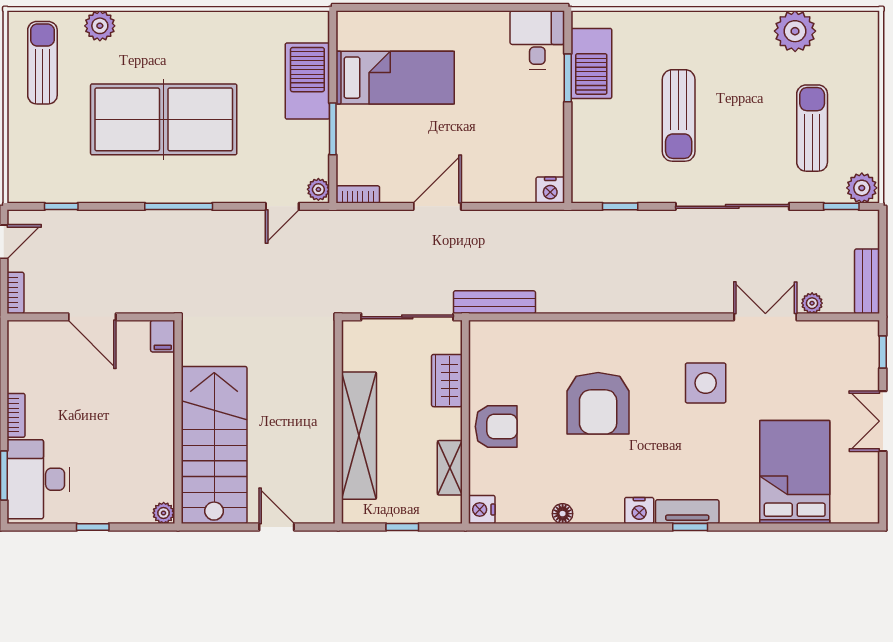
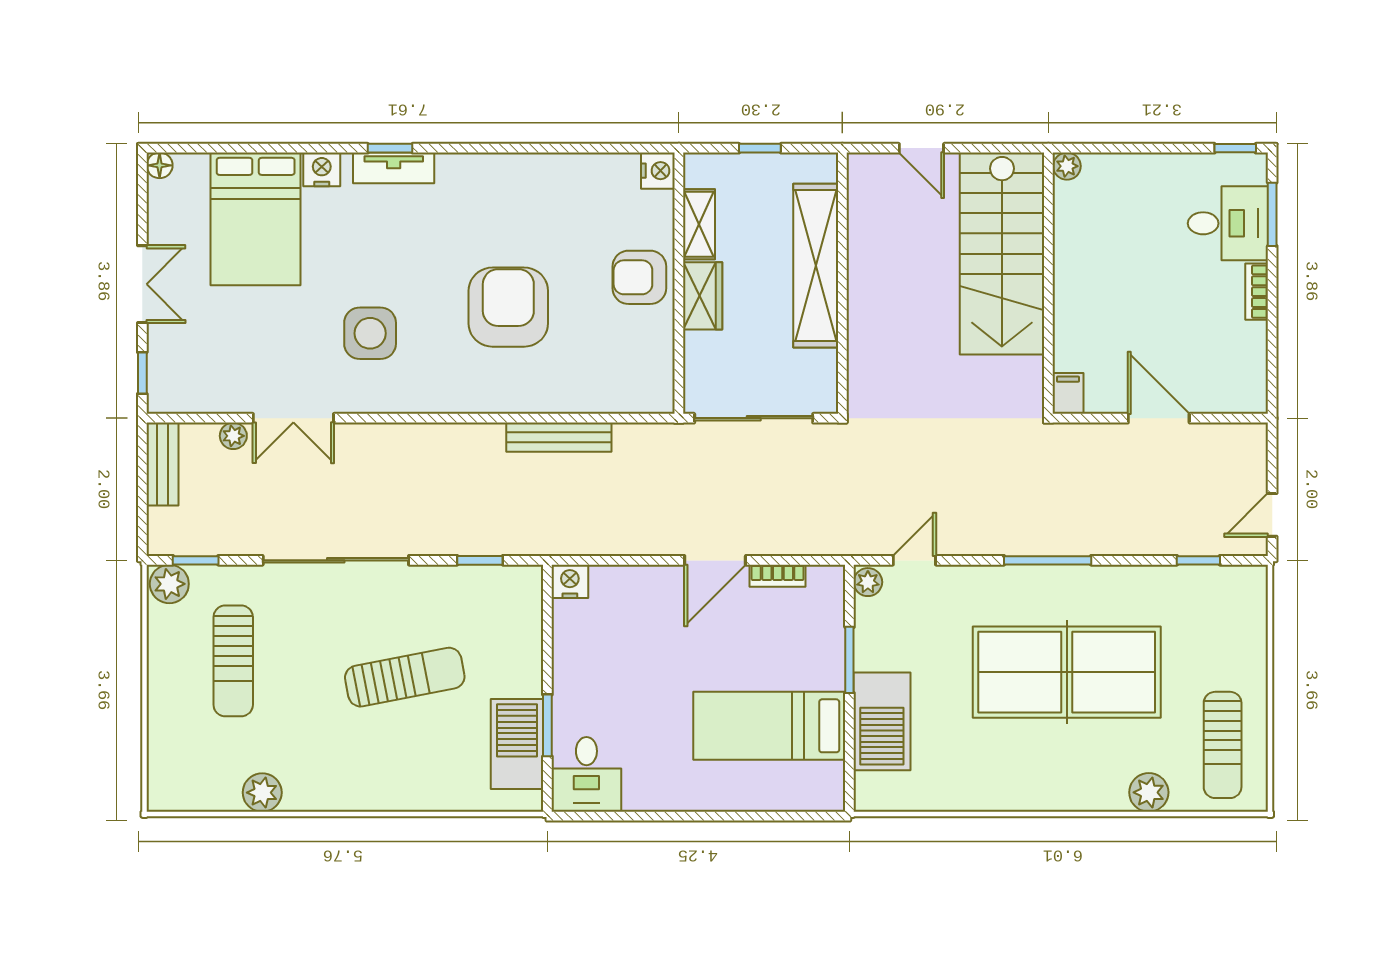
plant: (795, 31) -> (262, 793), width x0.73, depth x0.73
sun lounger: (679, 115) -> (405, 677), turned 79
bookcase: (358, 194) -> (778, 576), moved
bookcase: (15, 293) -> (1257, 449), removed
bench: (494, 302) -> (559, 437), moved
wardrobe: (447, 381) -> (703, 296), moved
desk: (38, 479) -> (1228, 223), width x0.73
nightstand: (639, 510) -> (322, 169), moved
floor lamp: (563, 514) -> (160, 165), moved
window: (93, 527) -> (1235, 148), moved

